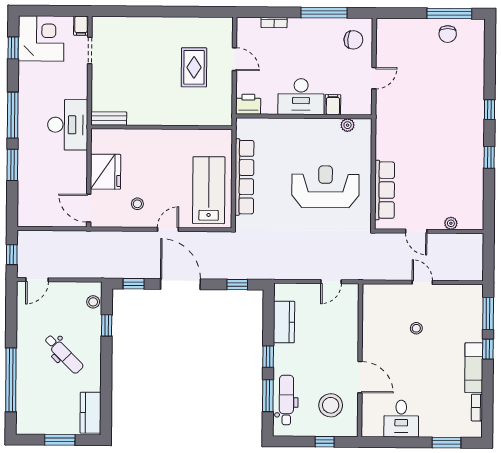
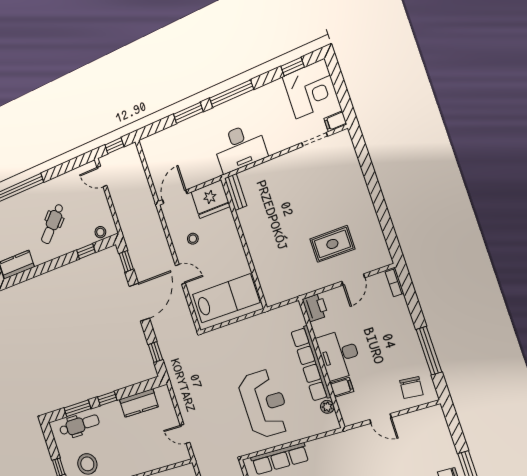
bookcase: (274, 23) -> (395, 283), moved
bench: (109, 118) -> (236, 192), moved
wall: (162, 127) -> (244, 243), moved
row of seats: (244, 177) -> (311, 364), moved, turned 90

